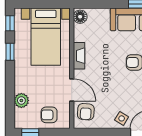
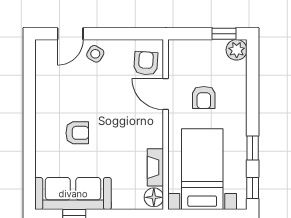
fireplace: (79, 56) -> (155, 167), moved
plant: (21, 100) -> (237, 50), moved
armchair: (49, 115) -> (204, 98), moved, turned 90

